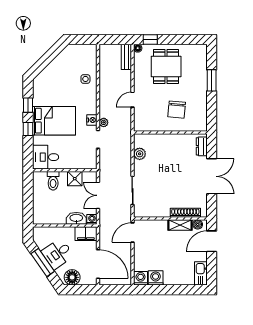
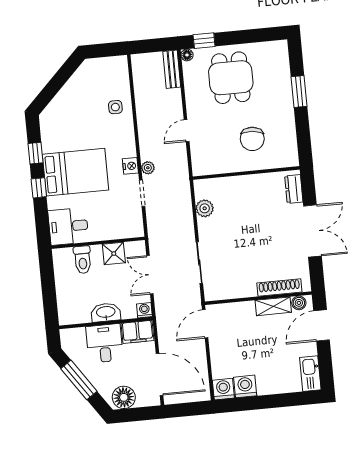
washbasin: (76, 218) -> (106, 312), moved
desk: (58, 254) -> (105, 343), moved, turned 125

